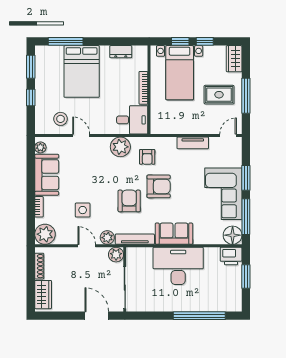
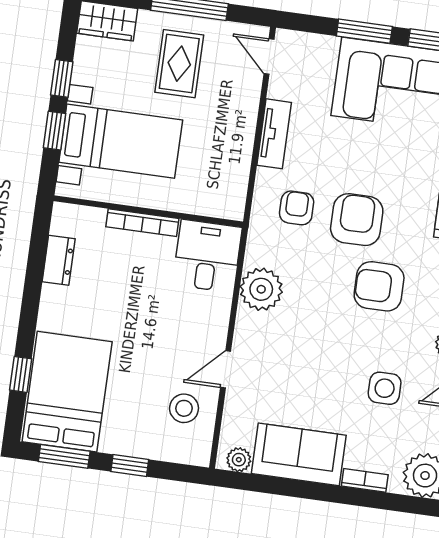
window: (66, 41) -> (21, 374), width x0.46
bed: (82, 71) -> (67, 392), moved, turned -90
armchair: (147, 157) -> (297, 208), moved, turned -90

